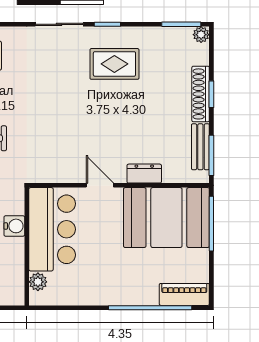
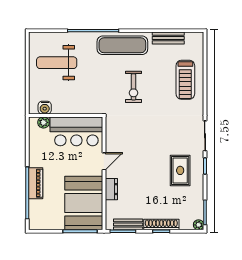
water cooler: (14, 226) -> (45, 108), moved
piano: (184, 294) -> (36, 183), moved

